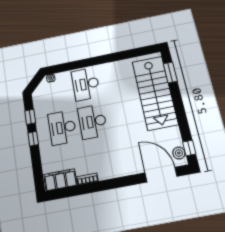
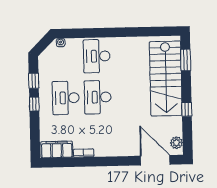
window: (189, 148) -> (187, 109), moved

